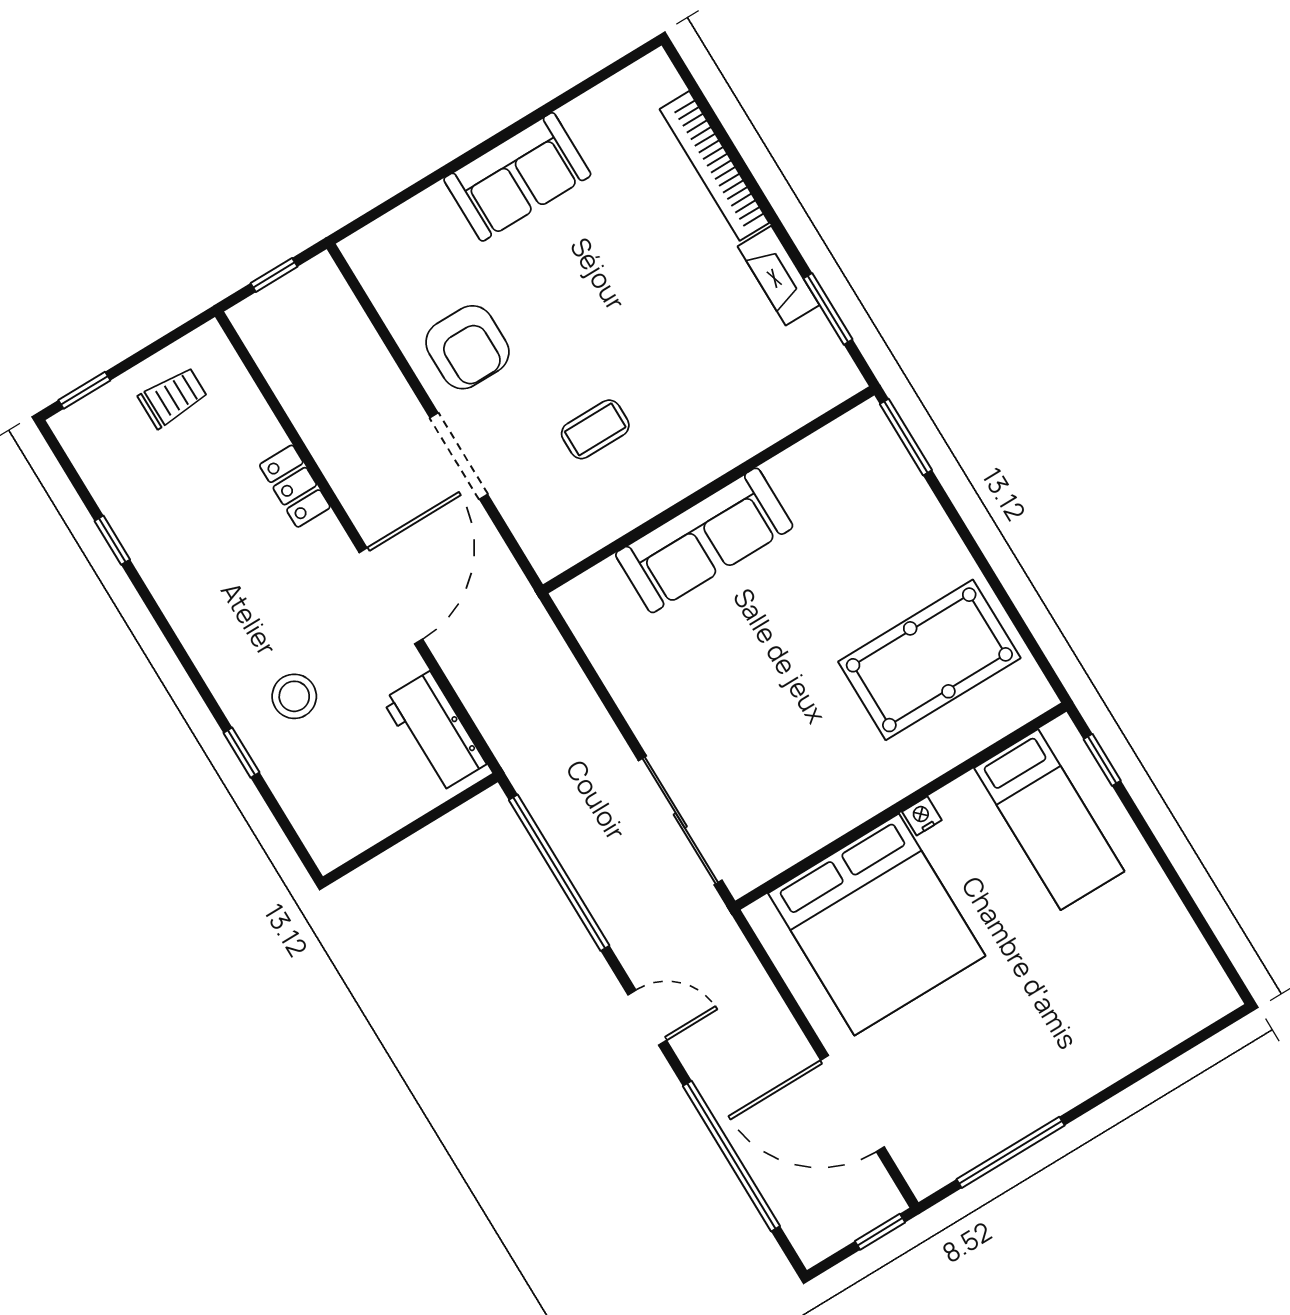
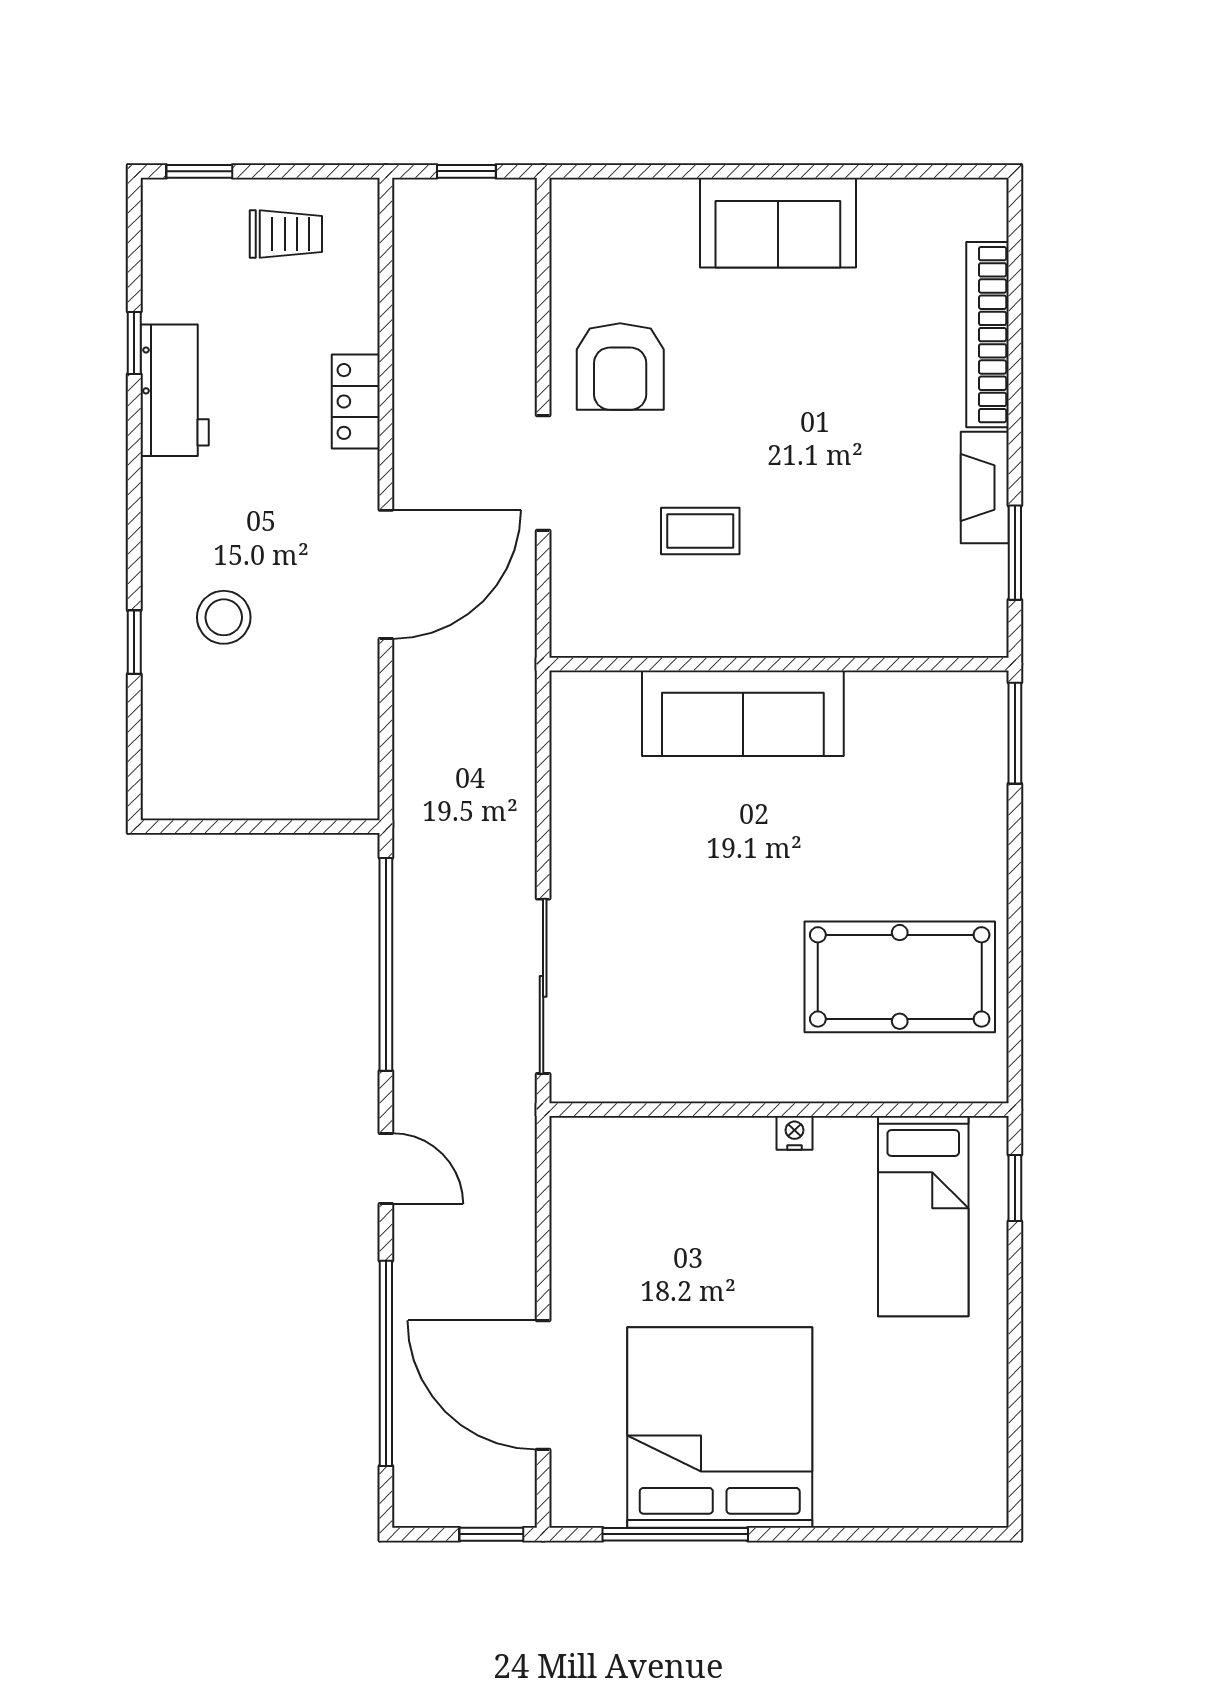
workbench: (434, 732) -> (175, 390), moved, turned 180
bed: (877, 925) -> (720, 1428), moved, turned 180

